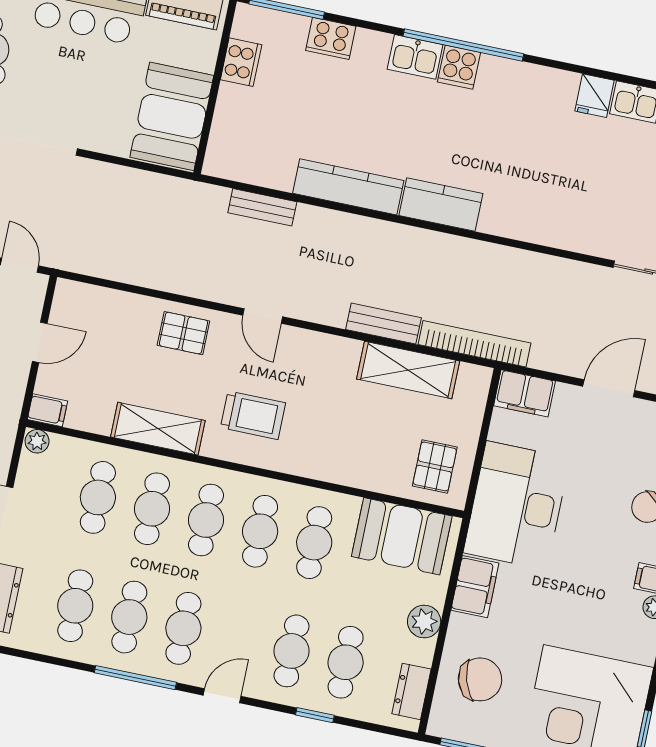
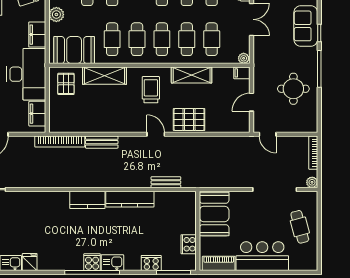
pallet: (183, 333) -> (189, 120), width x1.50, depth x1.42
shelving: (408, 370) -> (105, 76), moved
filing cabinet: (524, 393) -> (37, 114), moved, turned -90
trolley: (253, 415) -> (151, 90), turned 90

